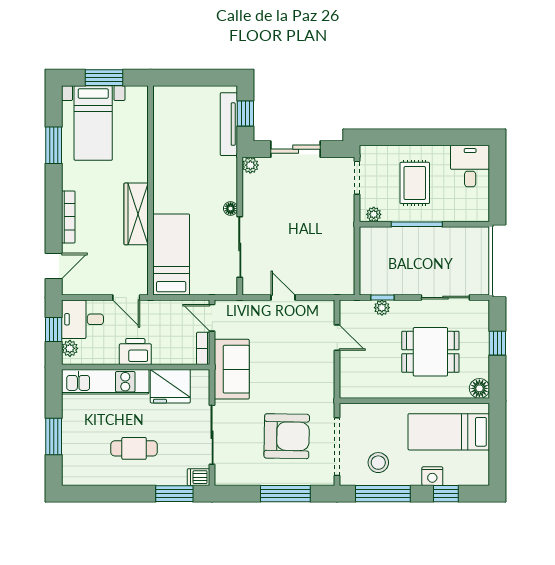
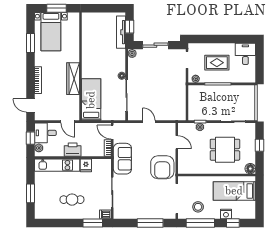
rug: (415, 183) -> (217, 63), turned 90
door: (54, 266) -> (30, 105), swing flipped
fridge: (170, 386) -> (86, 165), width x0.53, depth x0.75
armchair: (287, 436) -> (162, 167), moved, turned 89

